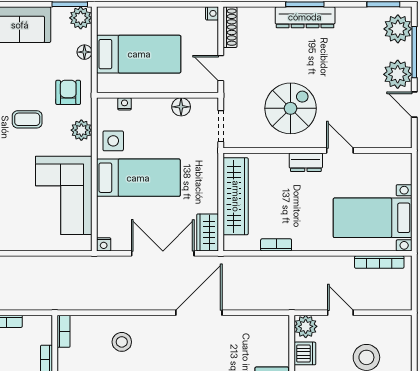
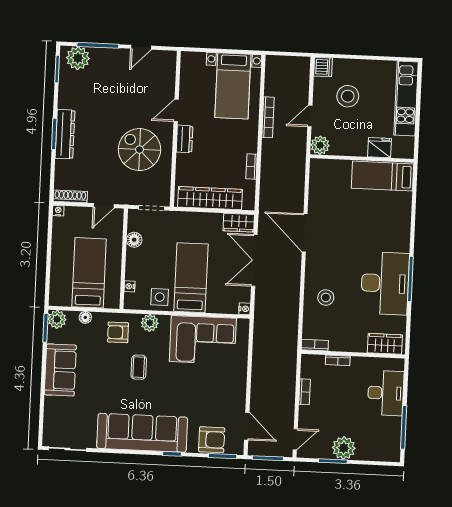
plant: (398, 74) -> (115, 60), removed
bookcase: (379, 262) -> (268, 117), moved
dishwasher: (305, 353) -> (323, 67), moved, turned 90

